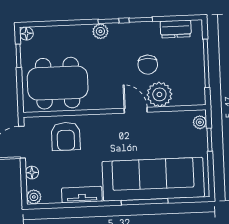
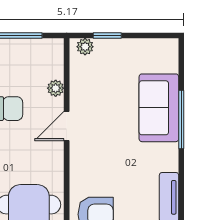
plant: (159, 94) -> (56, 88), width x0.53, depth x0.53
sofa: (153, 179) -> (159, 108), width x0.54, depth x0.79

